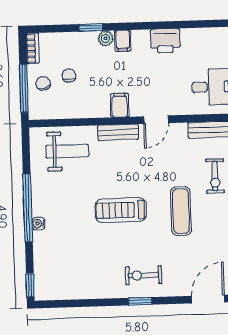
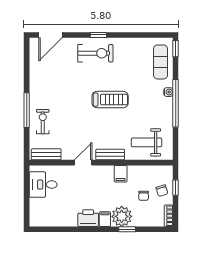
plant: (105, 38) -> (122, 216), width x1.88, depth x1.88
printer: (165, 41) -> (88, 218), moved
window: (24, 88) -> (176, 188), width x0.46
filing cabinet: (120, 105) -> (121, 174), moved
exercise mat: (181, 211) -> (160, 62), moved
exercise bike: (144, 275) -> (95, 53), width x1.38, depth x1.39

